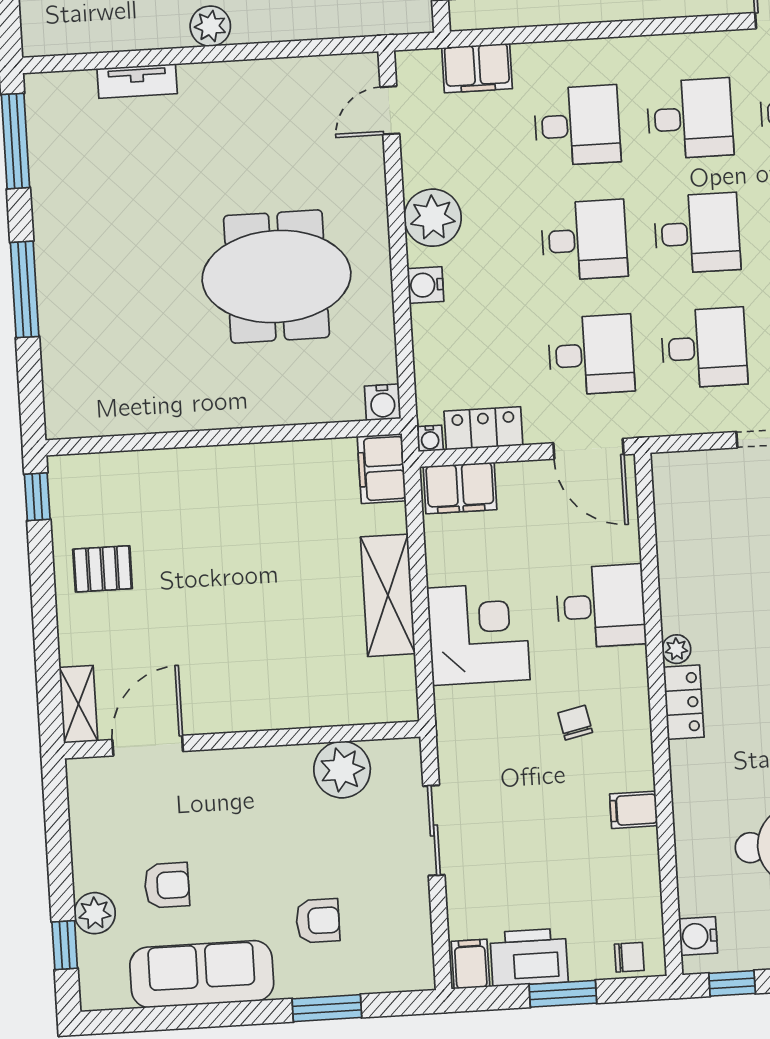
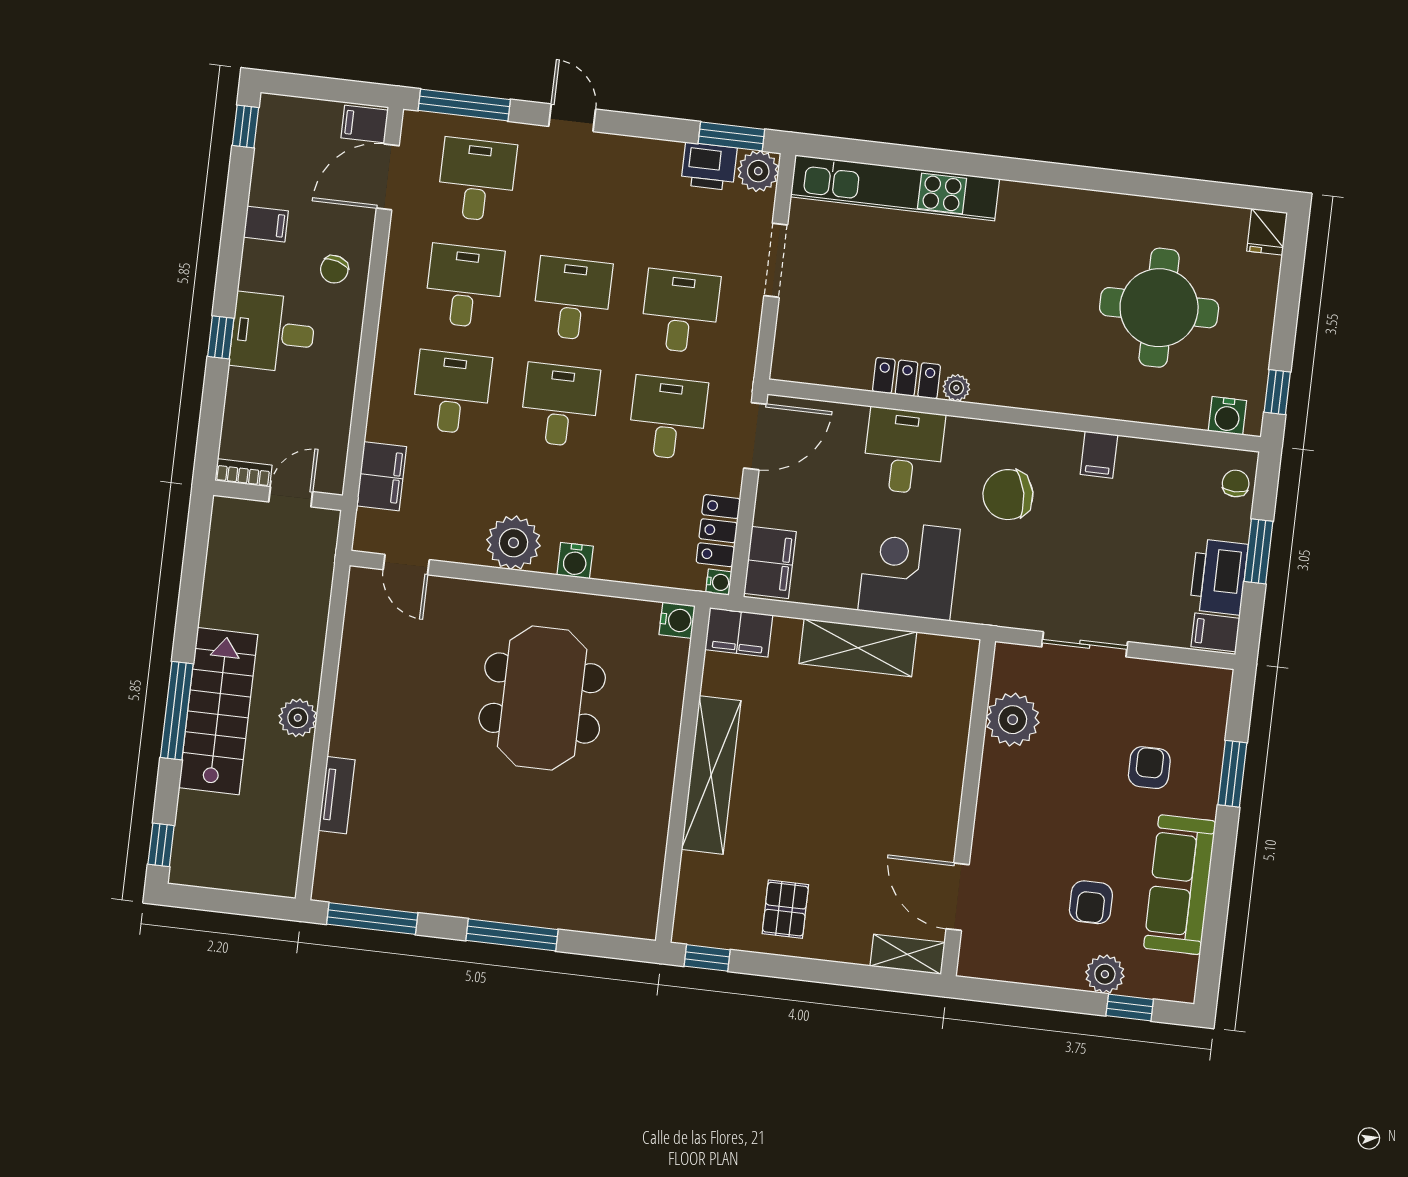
shelving: (228, 467) -> (711, 775), added
locker: (684, 702) -> (906, 378), moved
chair: (575, 723) -> (1008, 495), width x1.87, depth x1.87
armchair: (167, 885) -> (1091, 902), turned 180

